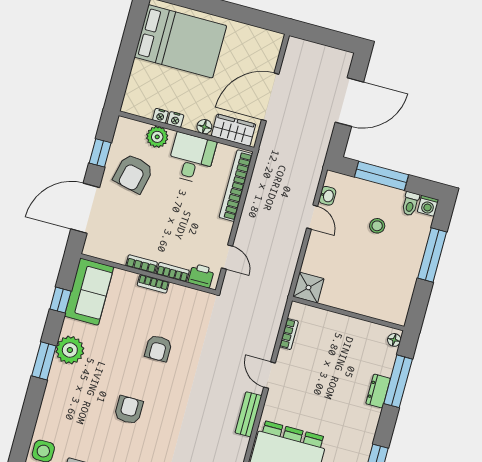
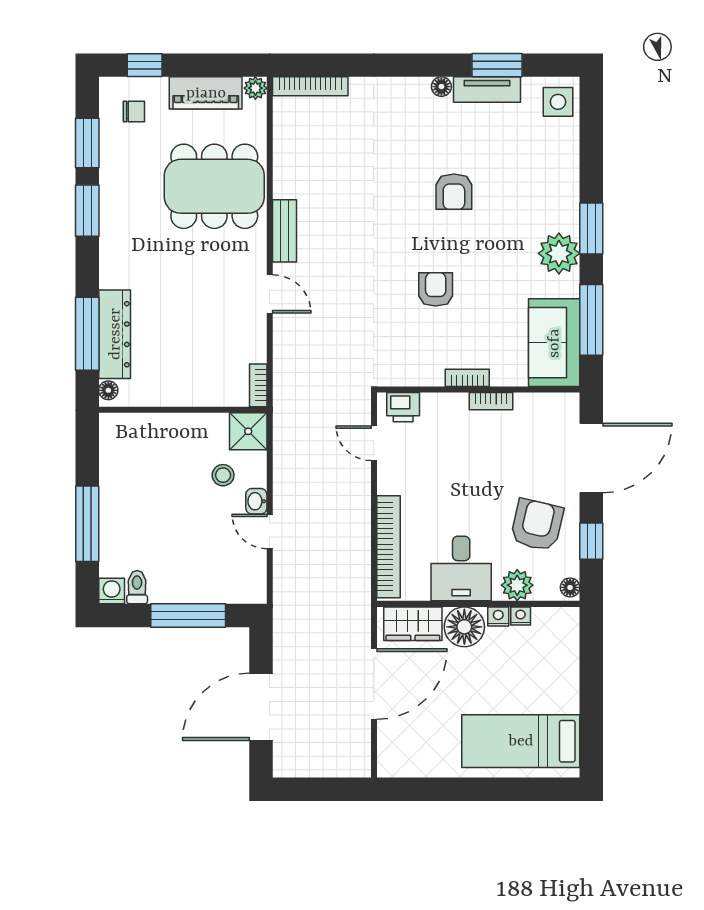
bed: (180, 41) -> (521, 741), width x0.67
floor lamp: (122, 126) -> (570, 587), added
floor lamp: (204, 127) -> (464, 627), width x1.89, depth x1.89
washbasin: (327, 196) -> (256, 501), moved
stool: (377, 226) -> (223, 475), moved
bookcase: (173, 272) -> (444, 402), removed
window: (60, 300) -> (591, 320), width x2.17
bookcase: (289, 334) -> (258, 385), moved
dresser: (378, 391) -> (115, 334), width x1.96, depth x1.24

